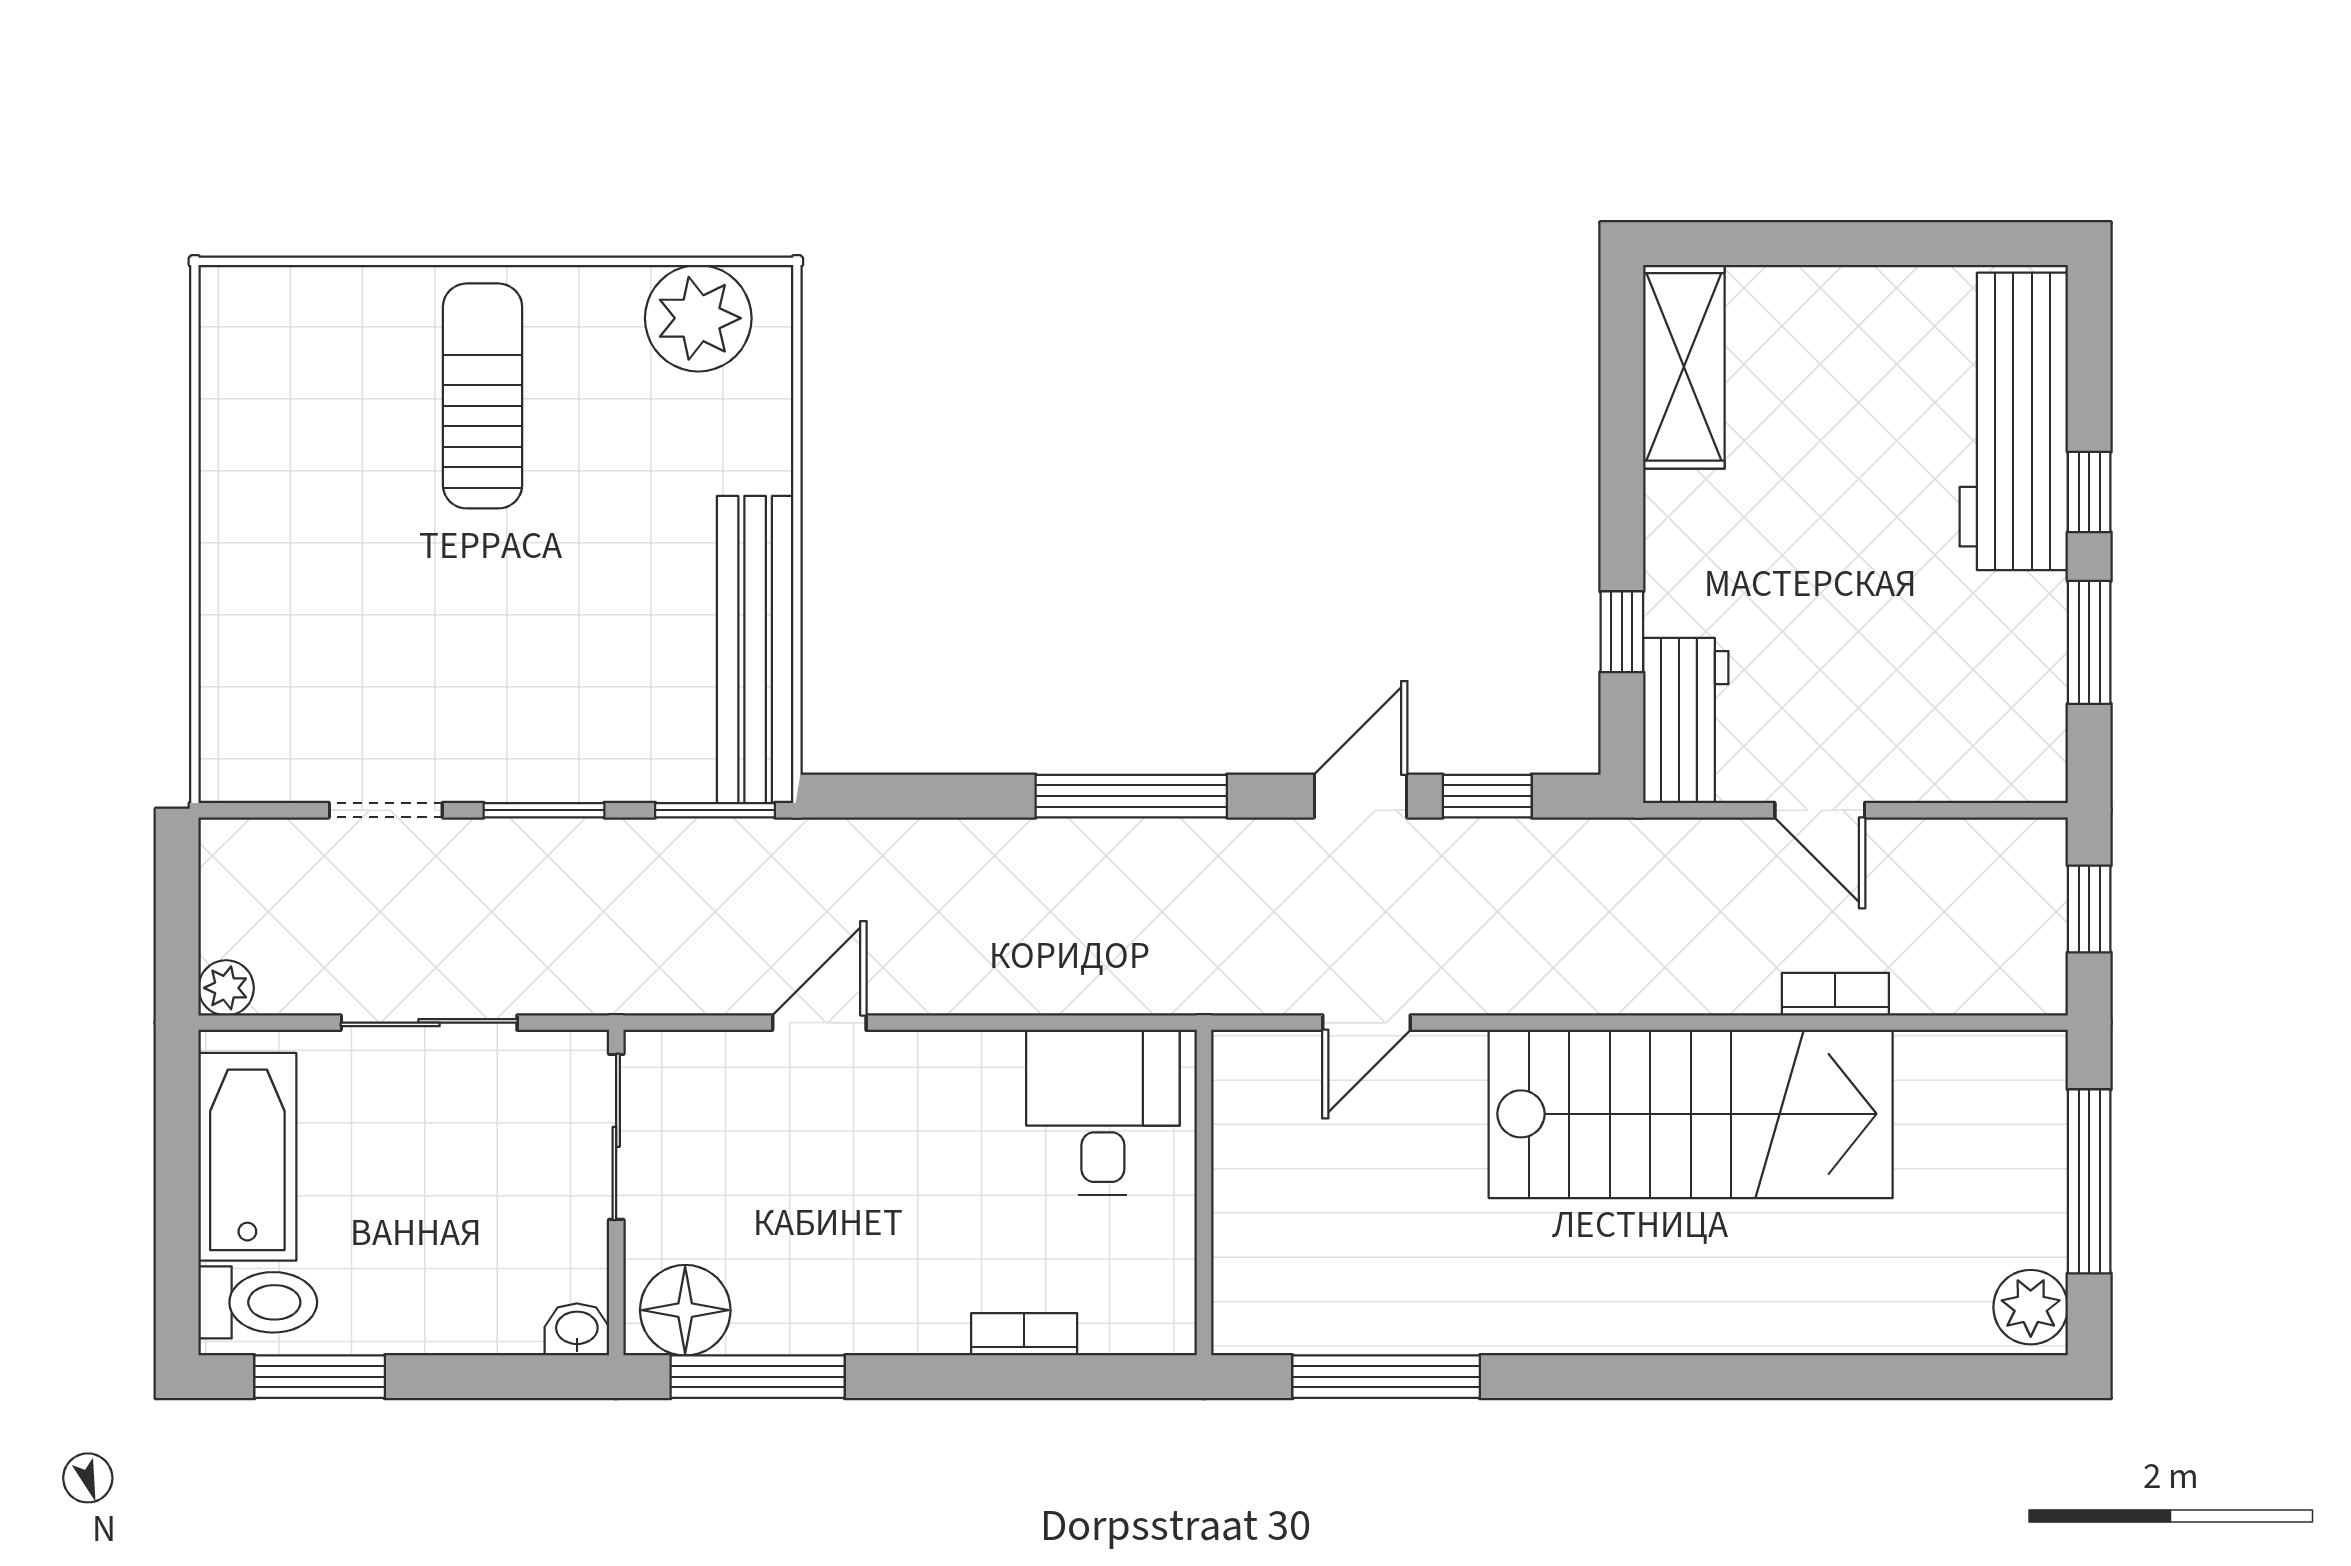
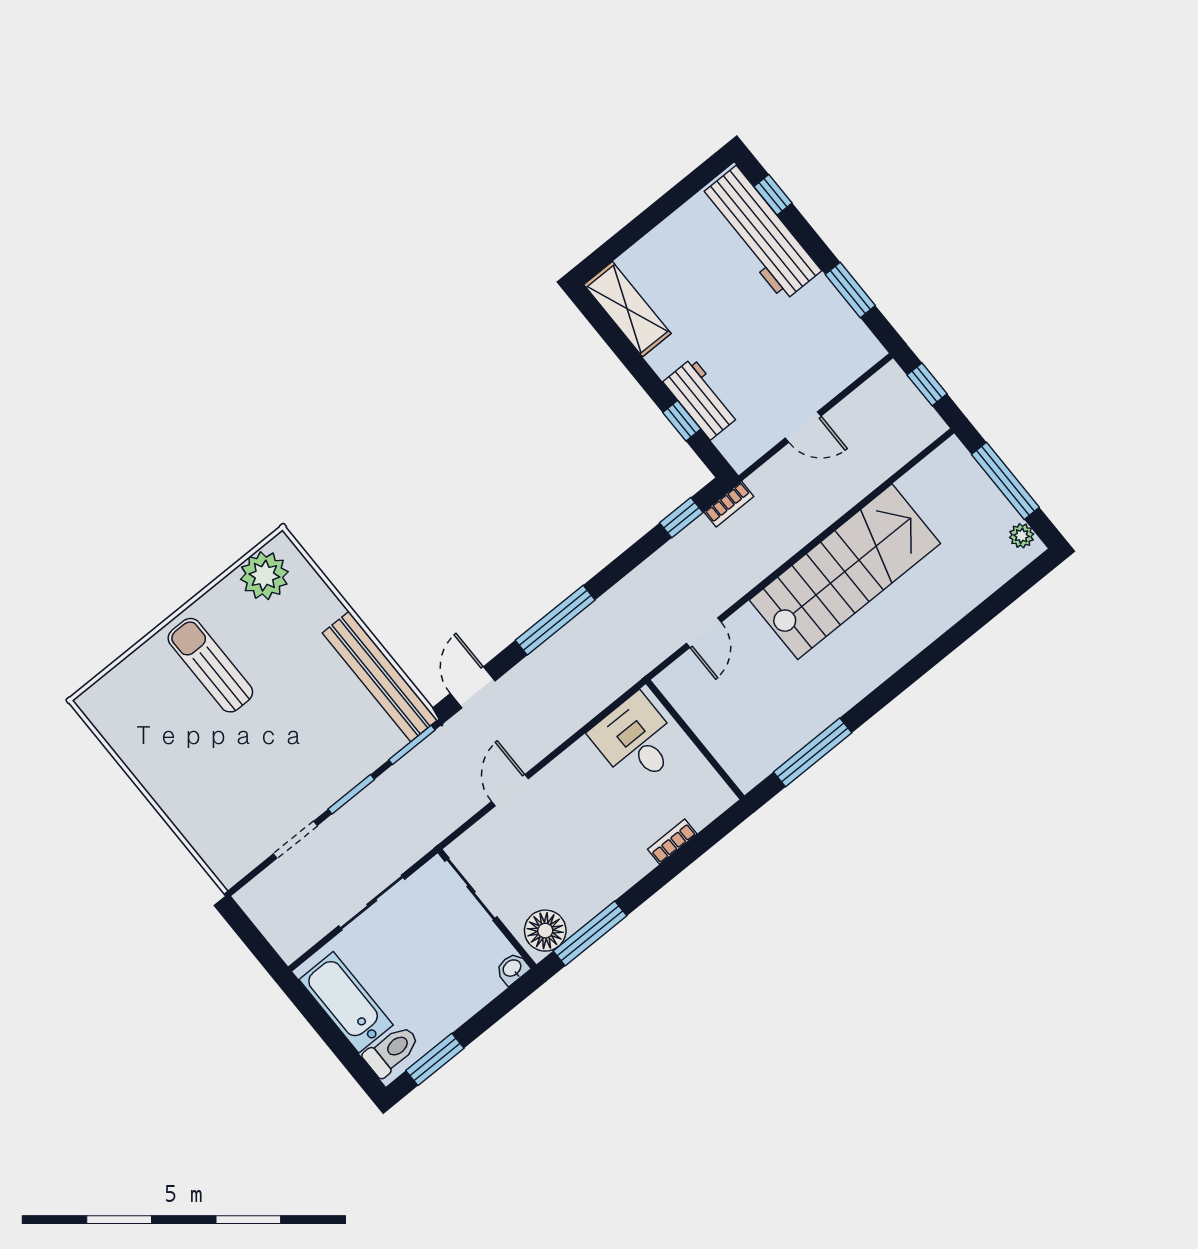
window: (2089, 492) -> (773, 195), moved
workbench: (1686, 720) -> (701, 399), moved
door: (1361, 796) -> (473, 687), moved
plant: (226, 988) -> (290, 949), removed
bookcase: (1835, 994) -> (729, 504), moved, turned 180
plant: (2031, 1307) -> (1022, 536), width x0.73, depth x0.73

